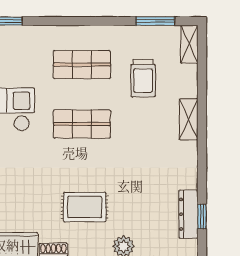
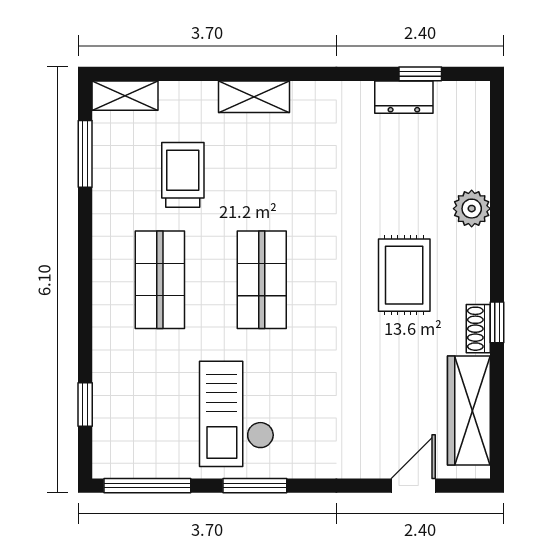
trolley: (143, 78) -> (183, 175), turned -90
dresser: (188, 214) -> (404, 97), width x0.70

